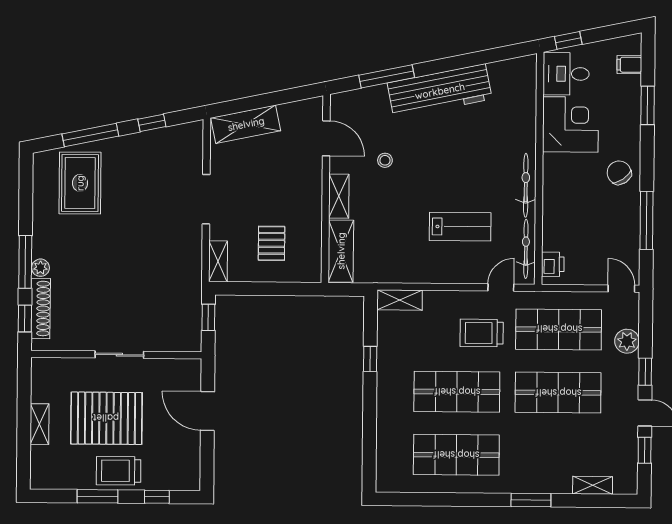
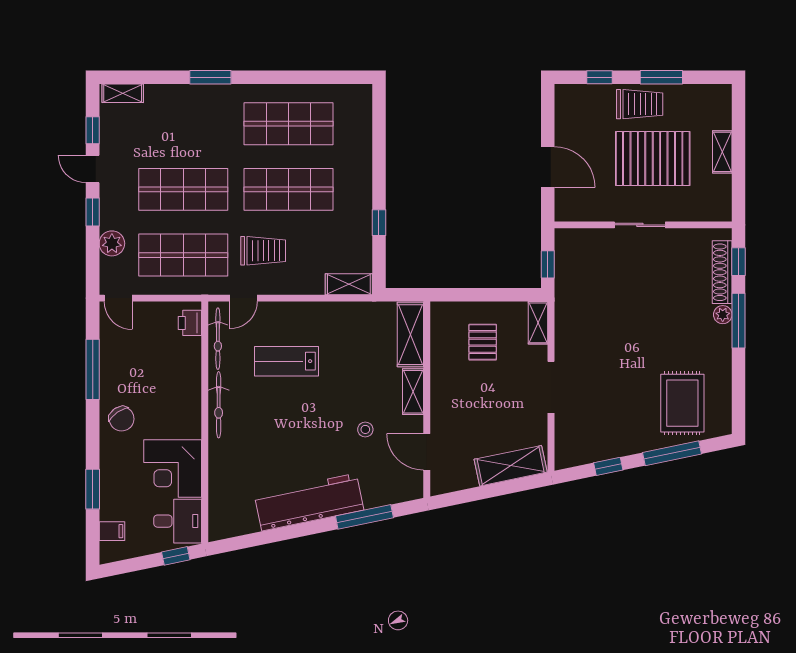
shelving: (593, 485) -> (123, 93), moved

